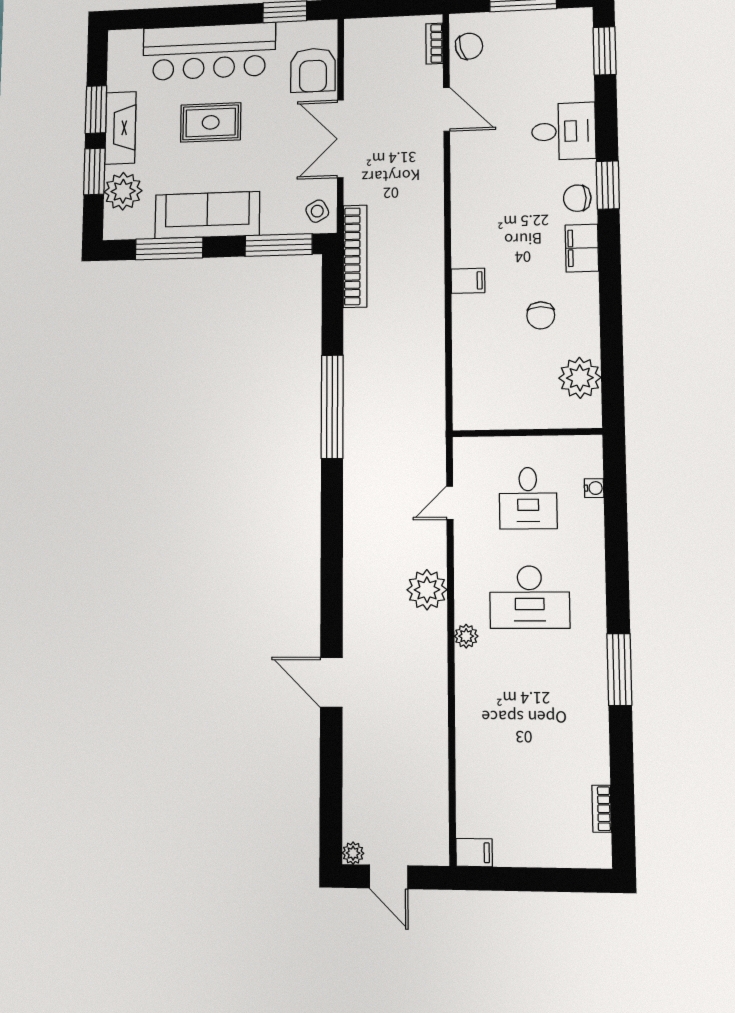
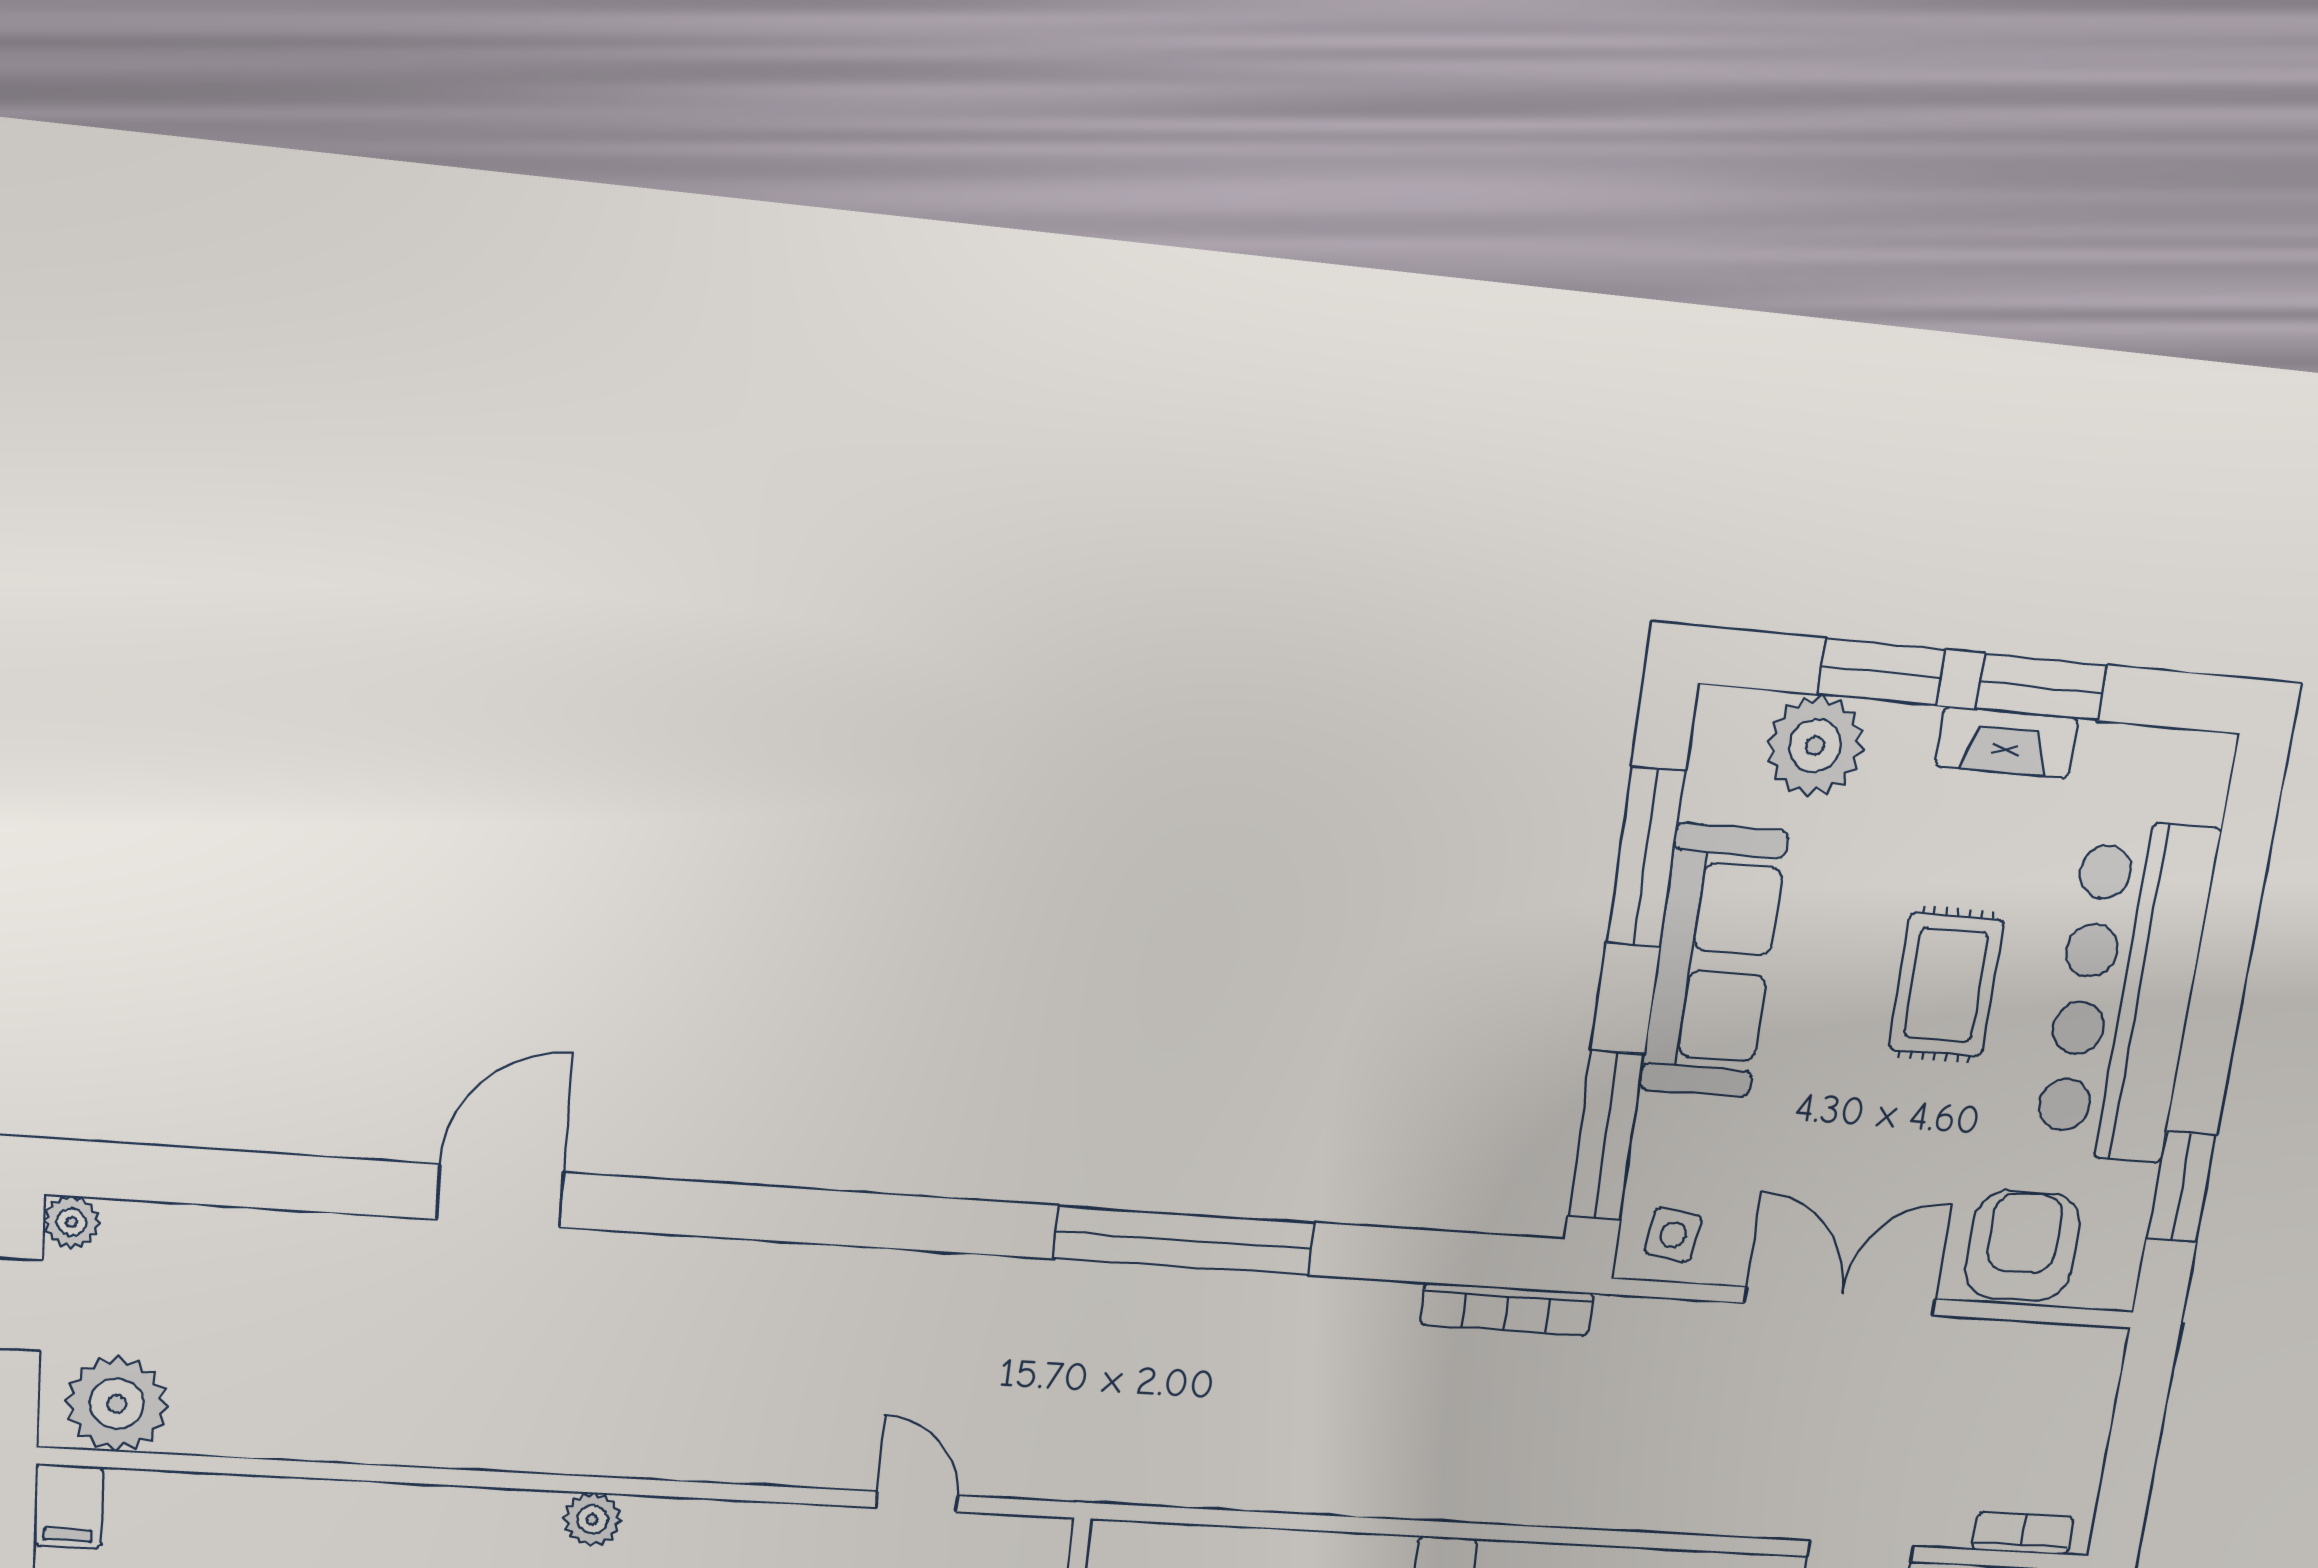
armchair: (313, 70) -> (2022, 1246), turned 90
fireplace: (120, 128) -> (2007, 742), width x0.73, depth x0.76
side table: (317, 211) -> (1673, 1235), turned 37
bookcase: (355, 256) -> (1507, 1309), width x0.68, depth x0.76
plant: (427, 590) -> (117, 1404), moved

